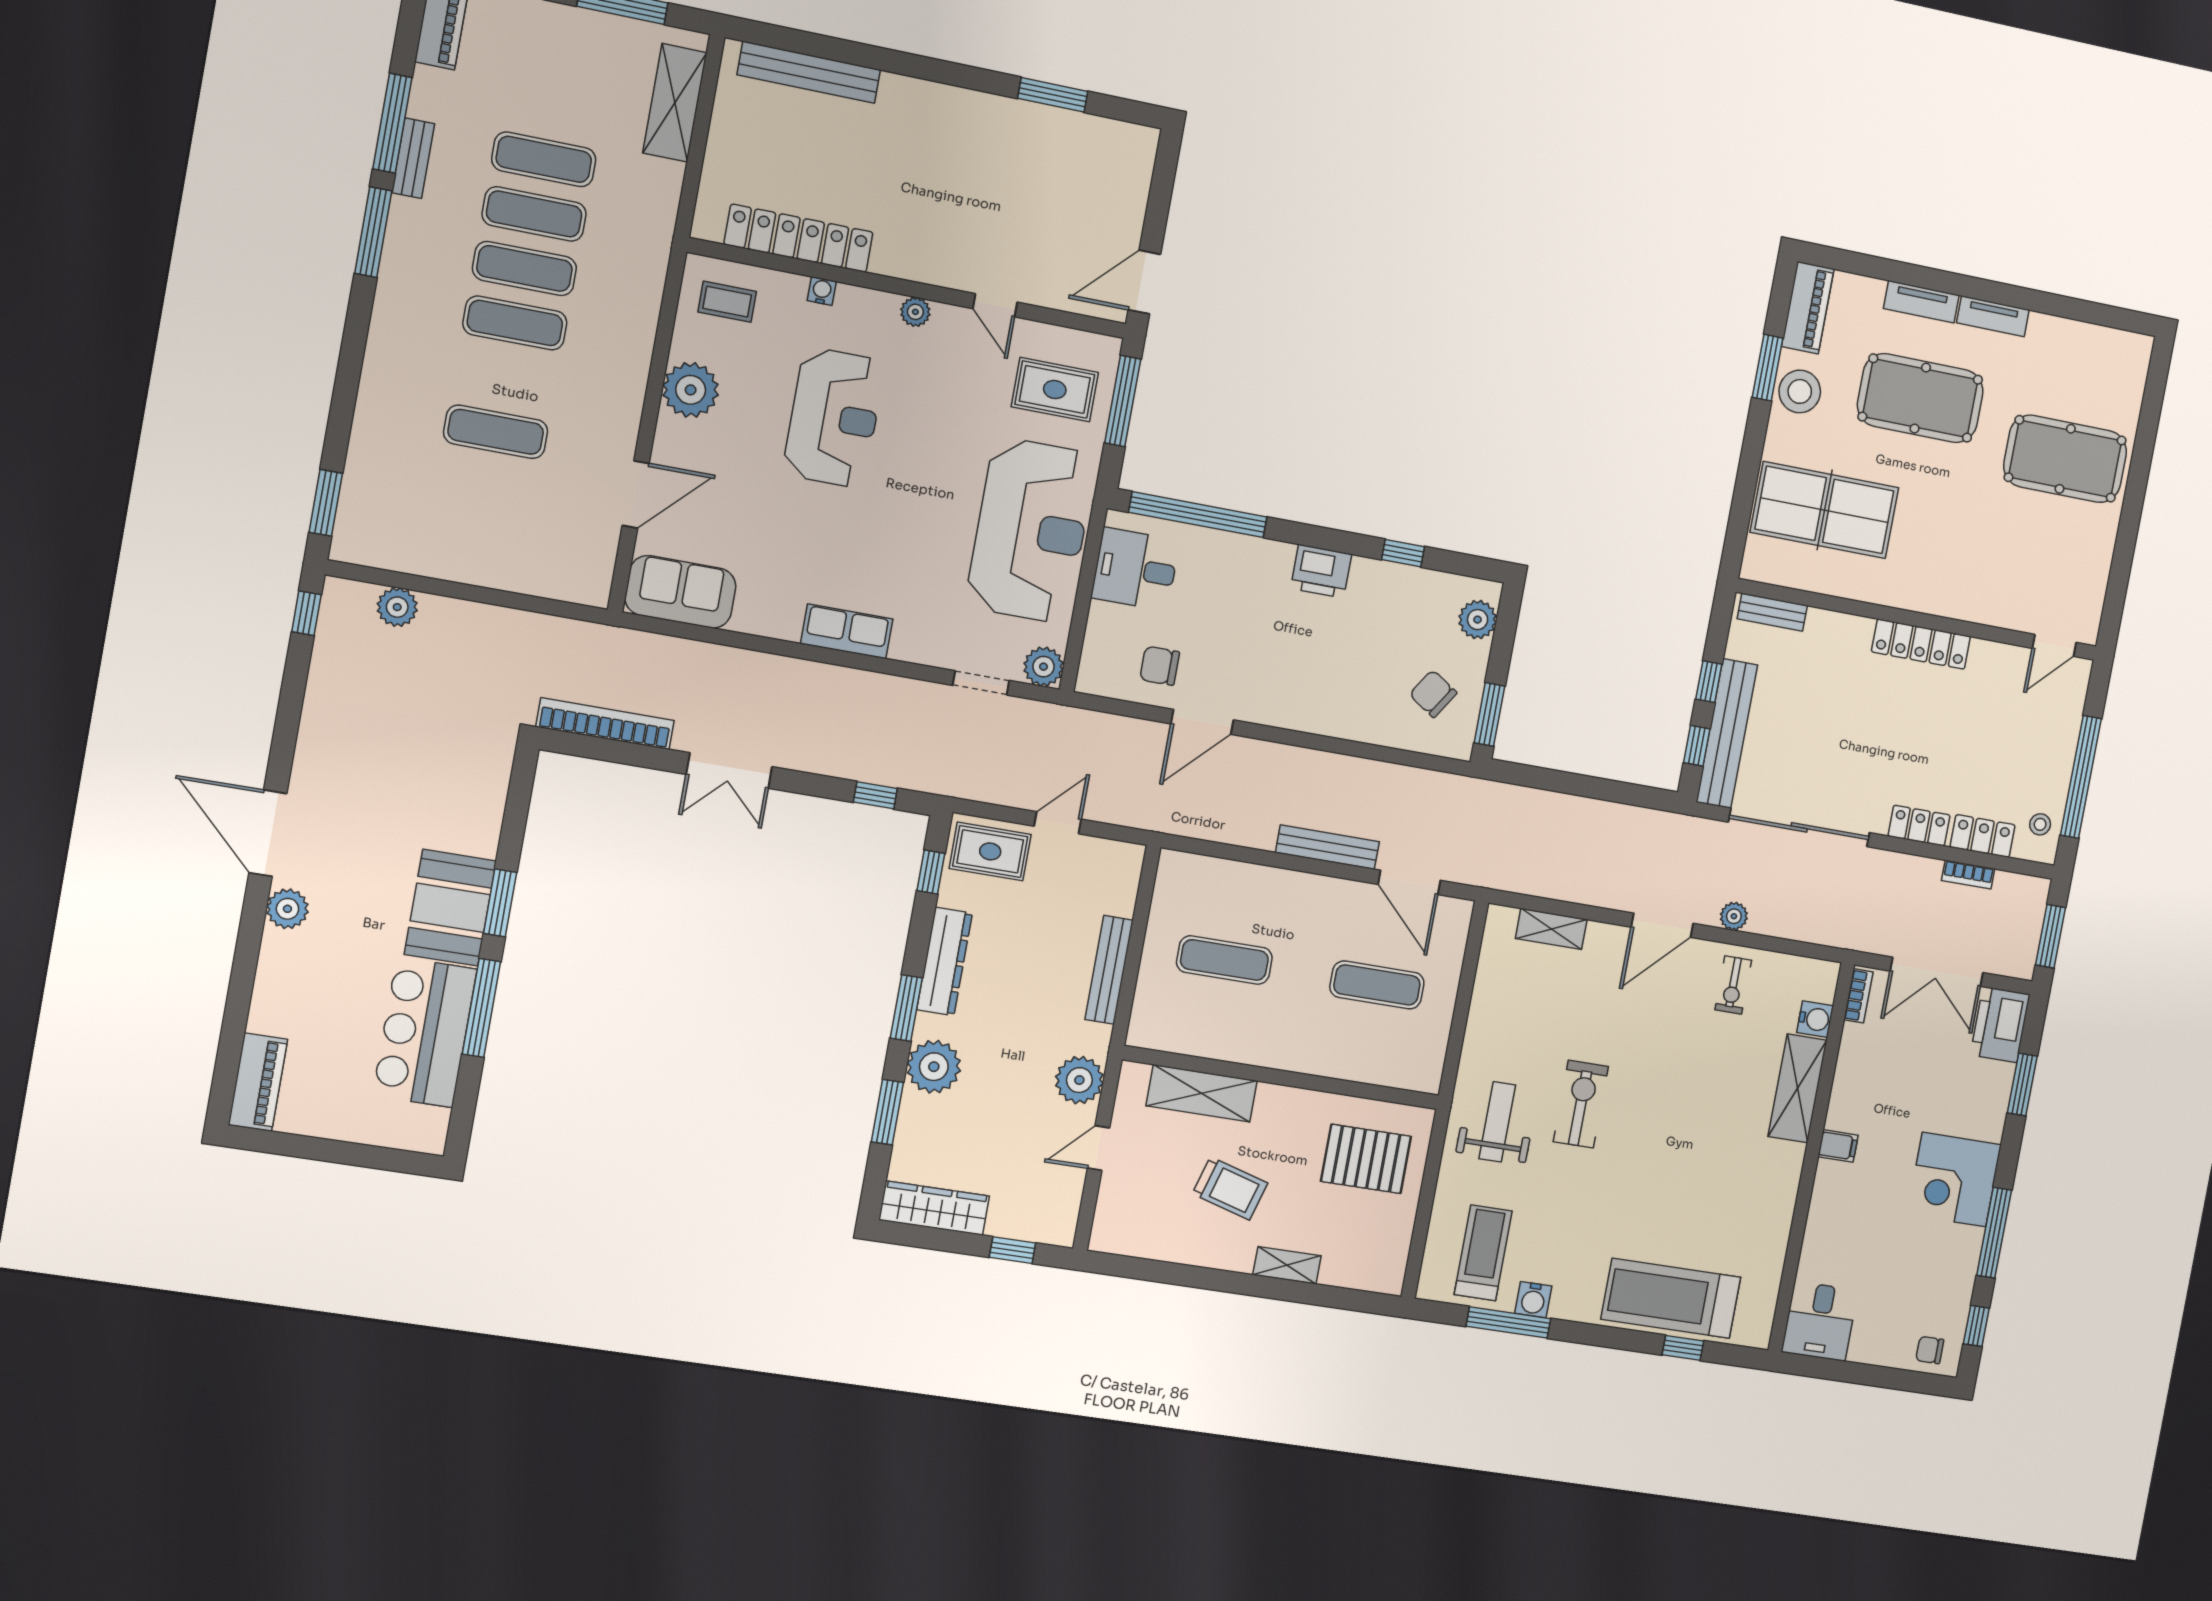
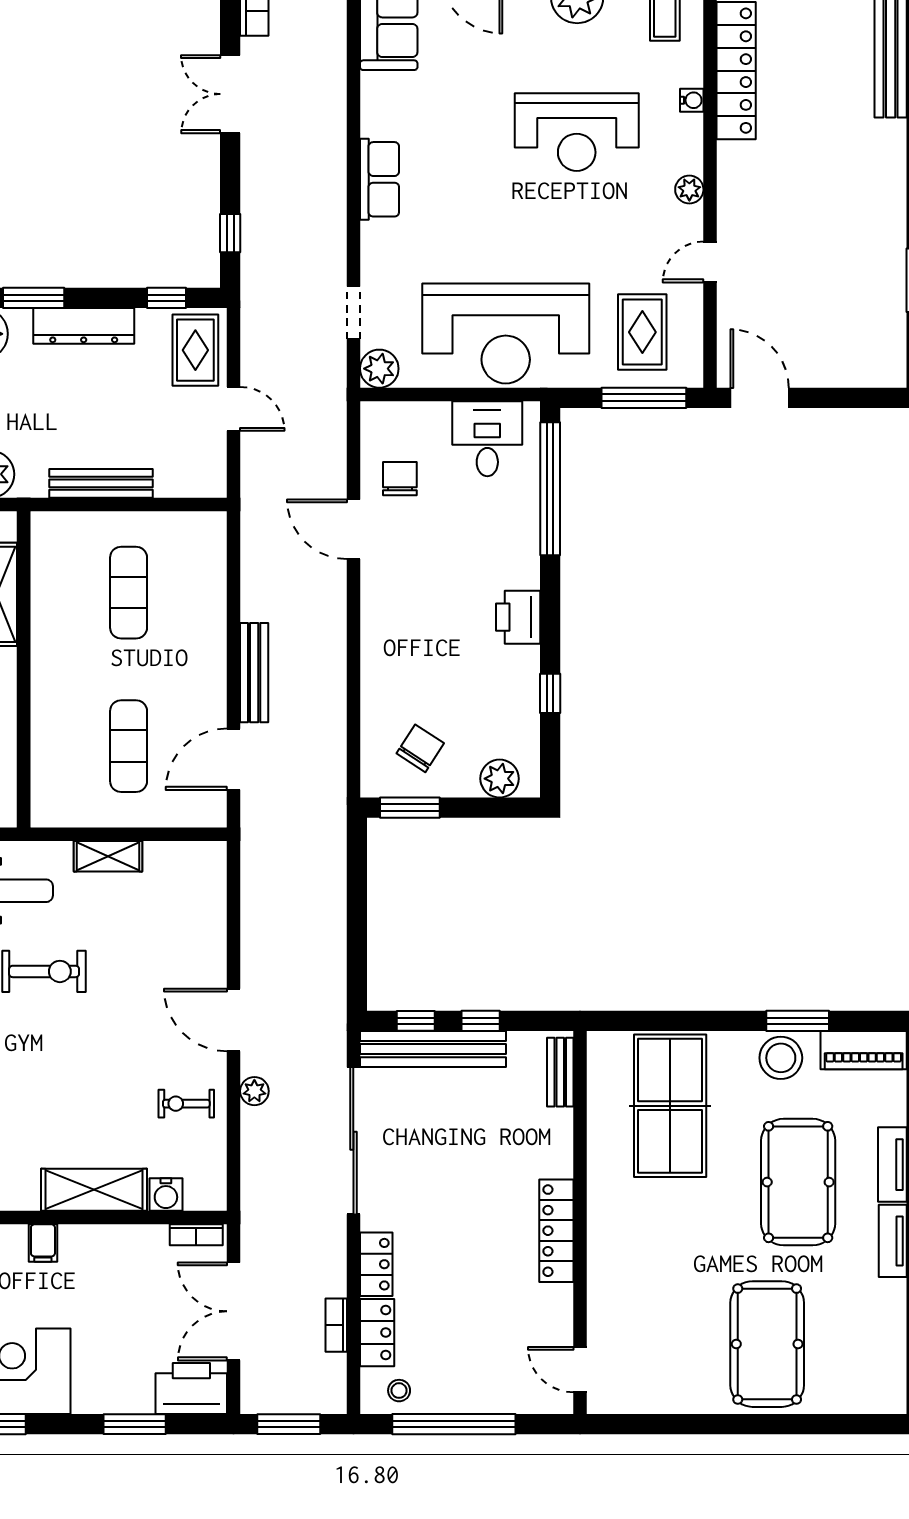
shelving: (1551, 929) -> (108, 856), moved, turned 90

